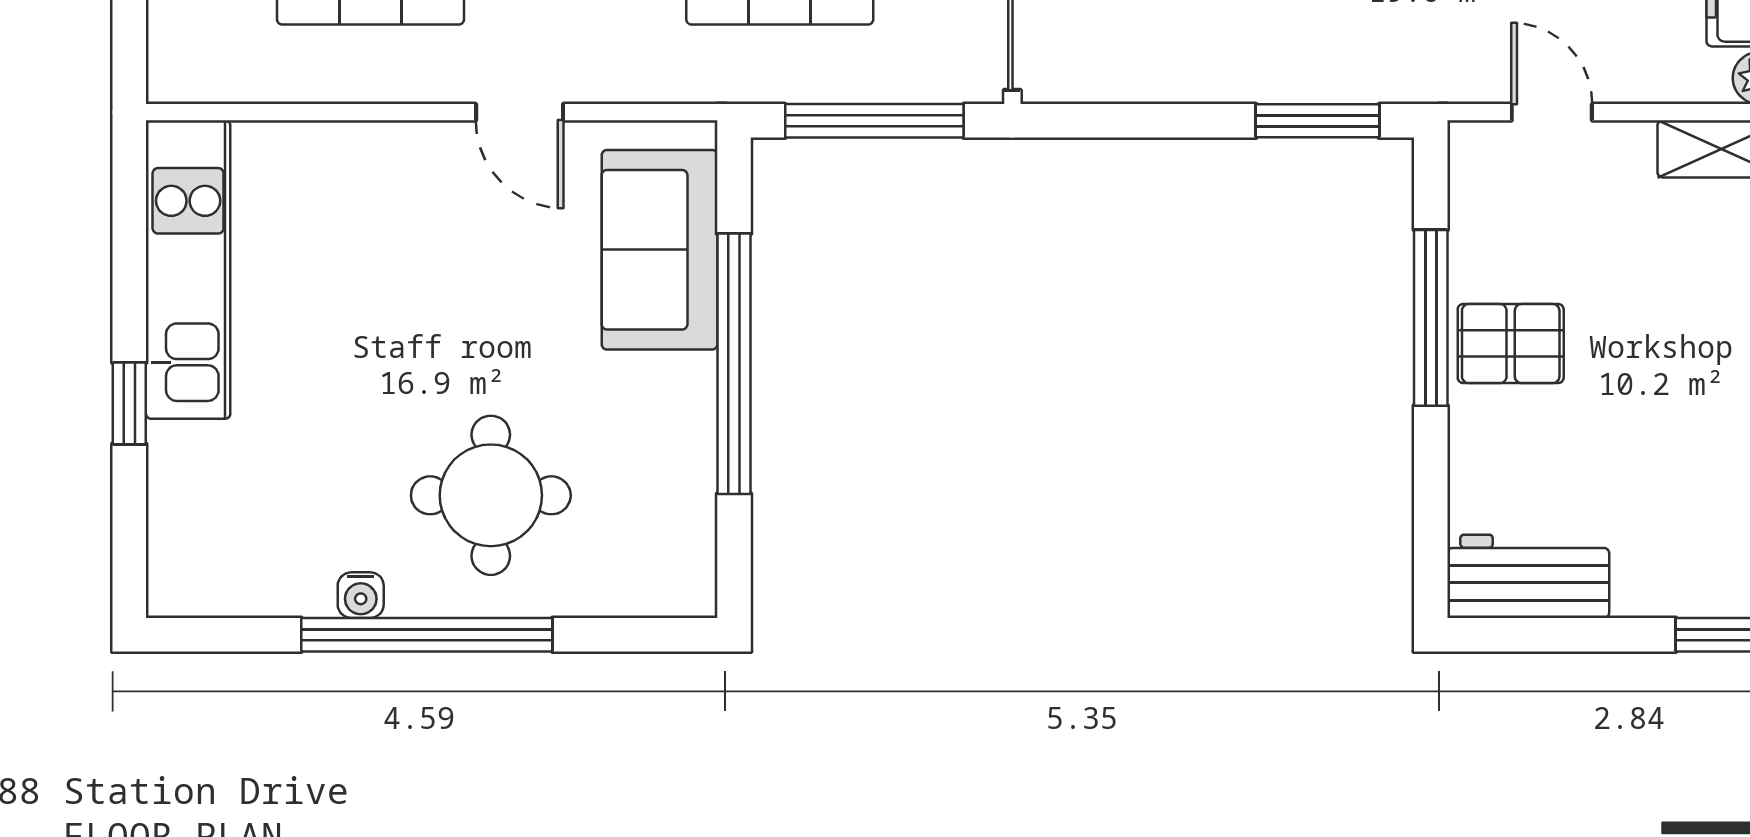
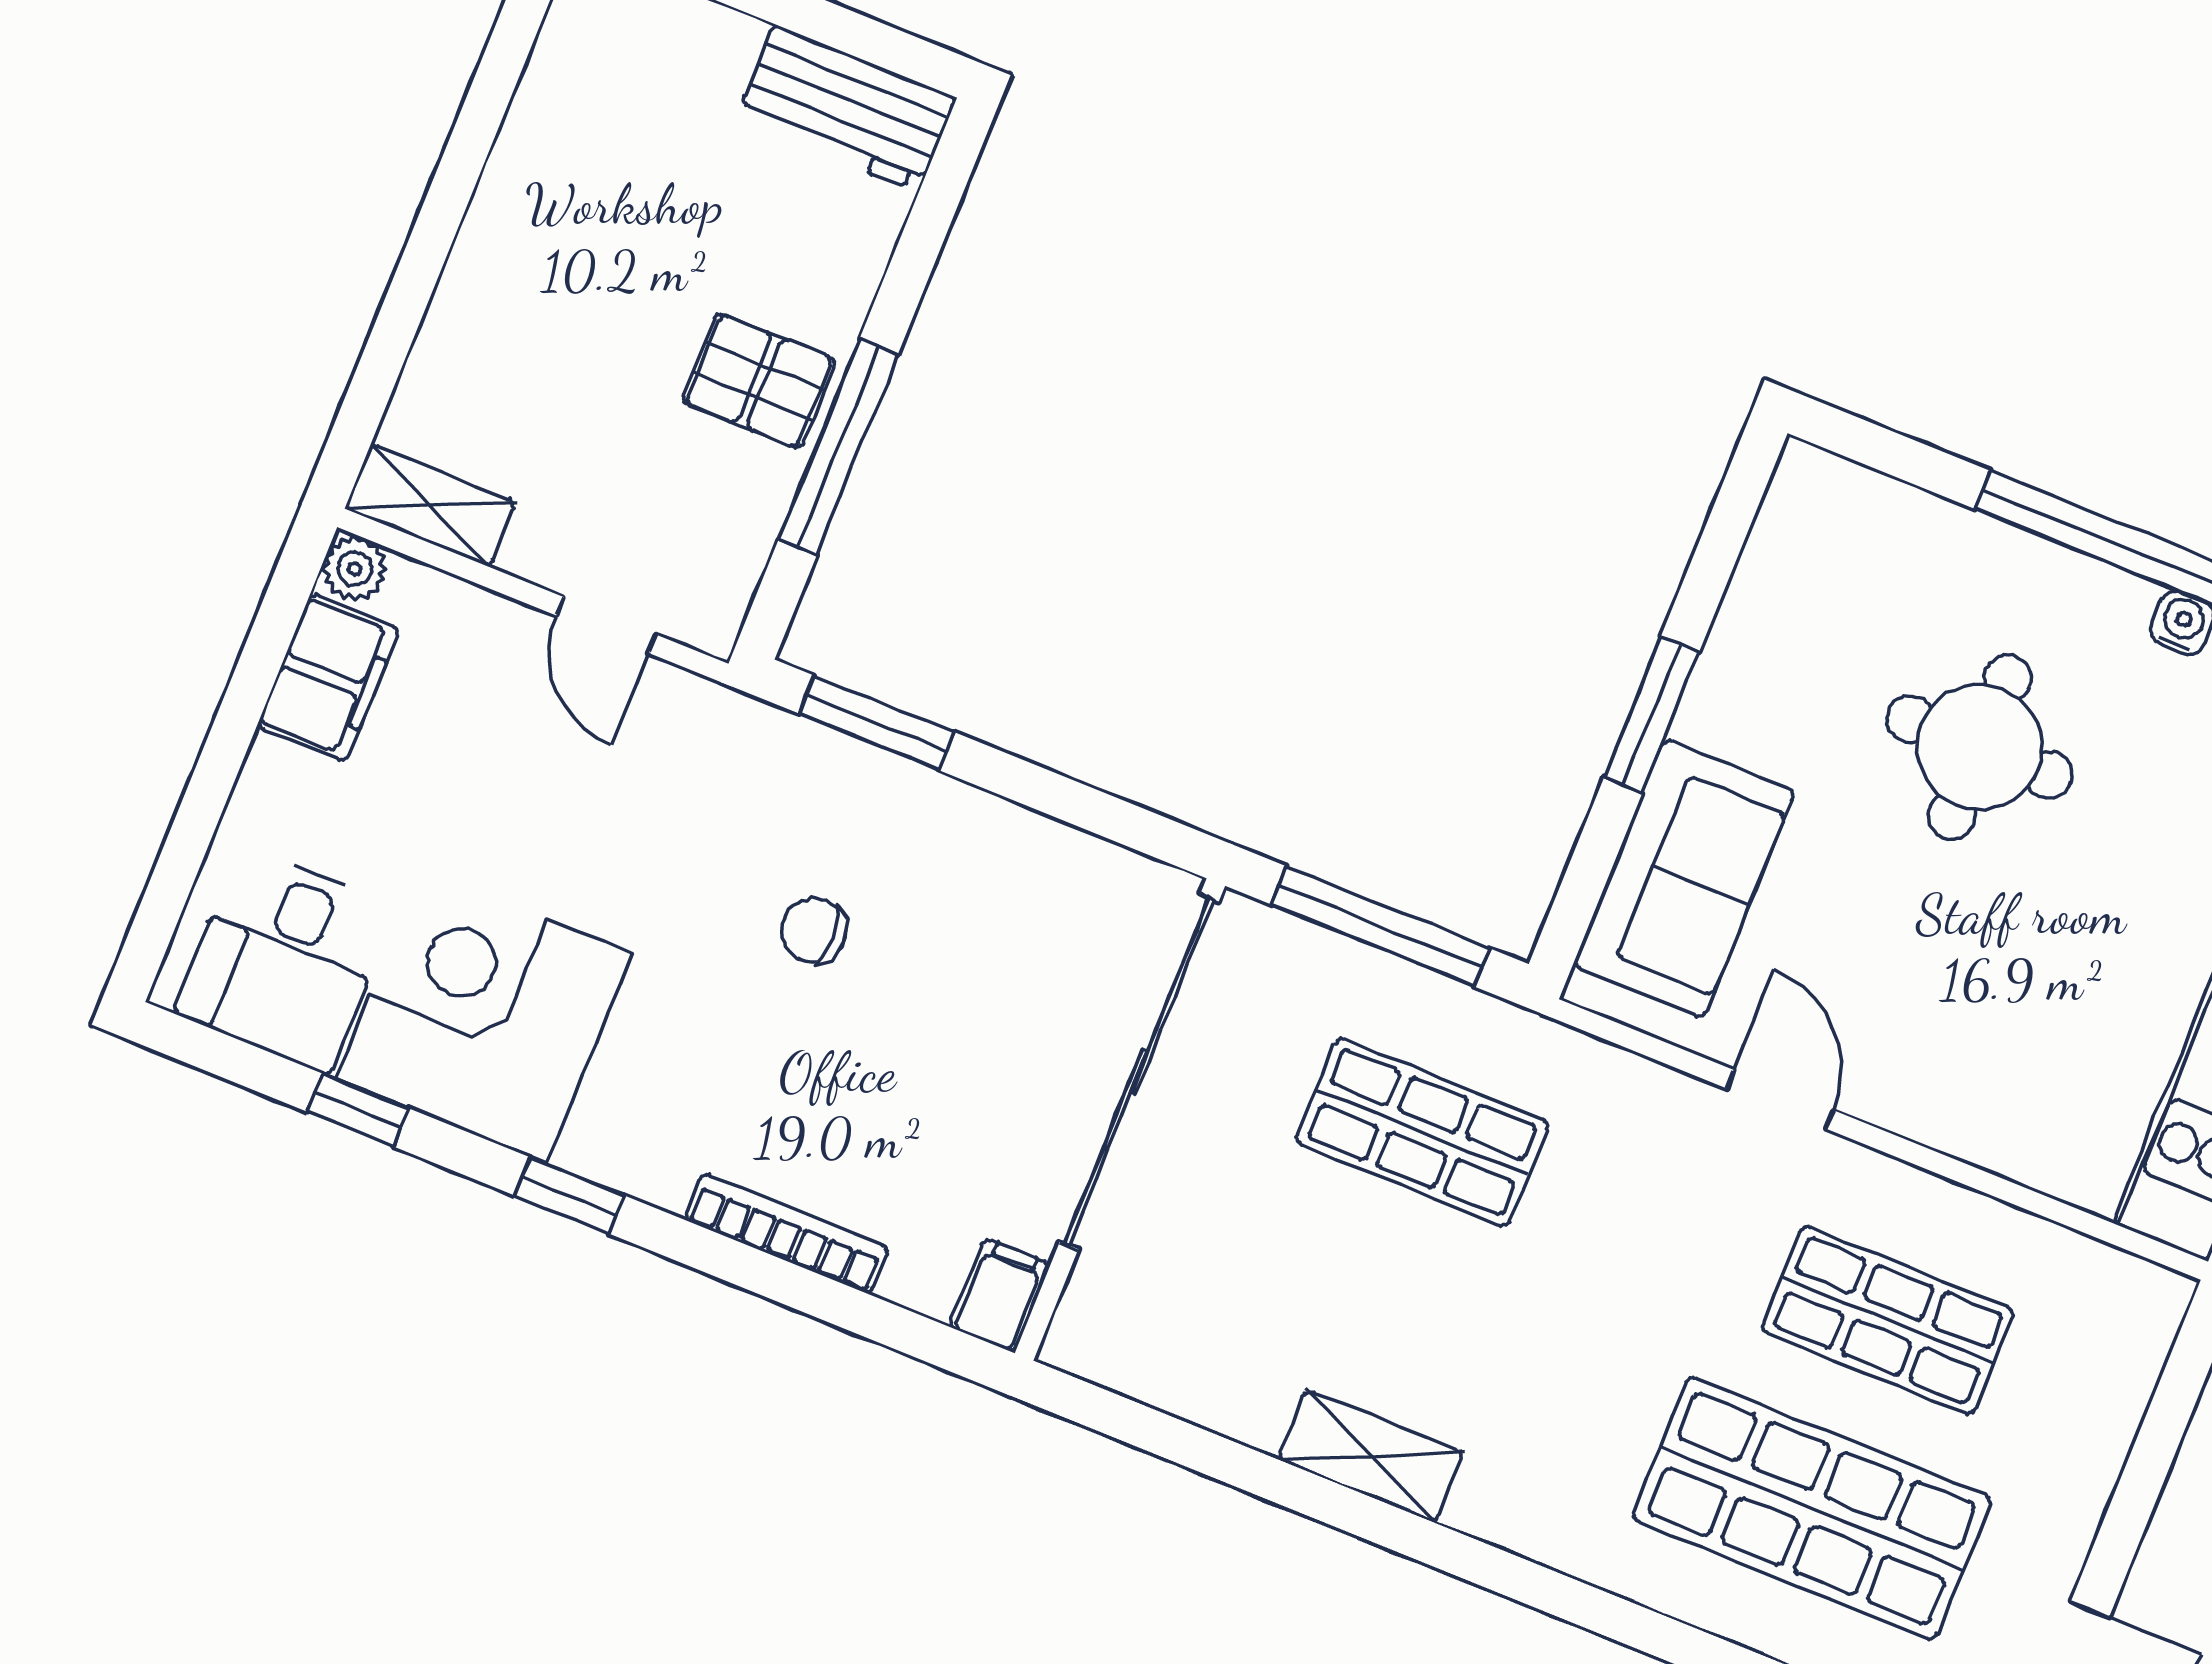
window: (734, 364) -> (1652, 715), width x0.47
round table: (491, 495) -> (1979, 747), moved

